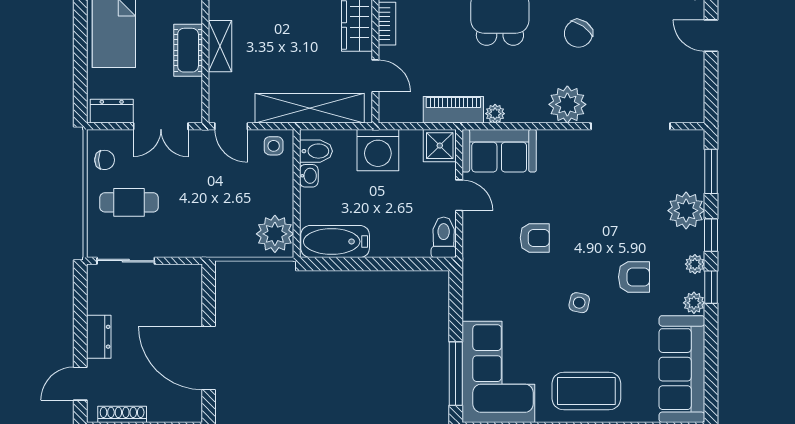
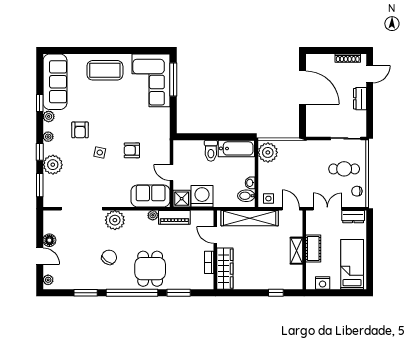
floor lamp: (692, 66) -> (49, 240), added
washing machine: (378, 150) -> (202, 196), moved
toilet: (444, 237) -> (211, 151), moved
armchair: (634, 277) -> (80, 130), turned -90
window: (711, 287) -> (40, 103), moved
side table: (579, 303) -> (100, 152), moved

